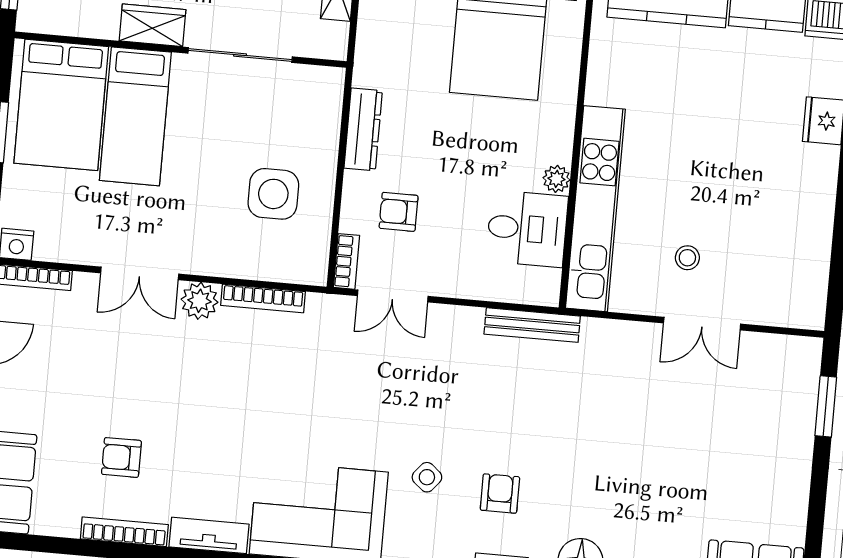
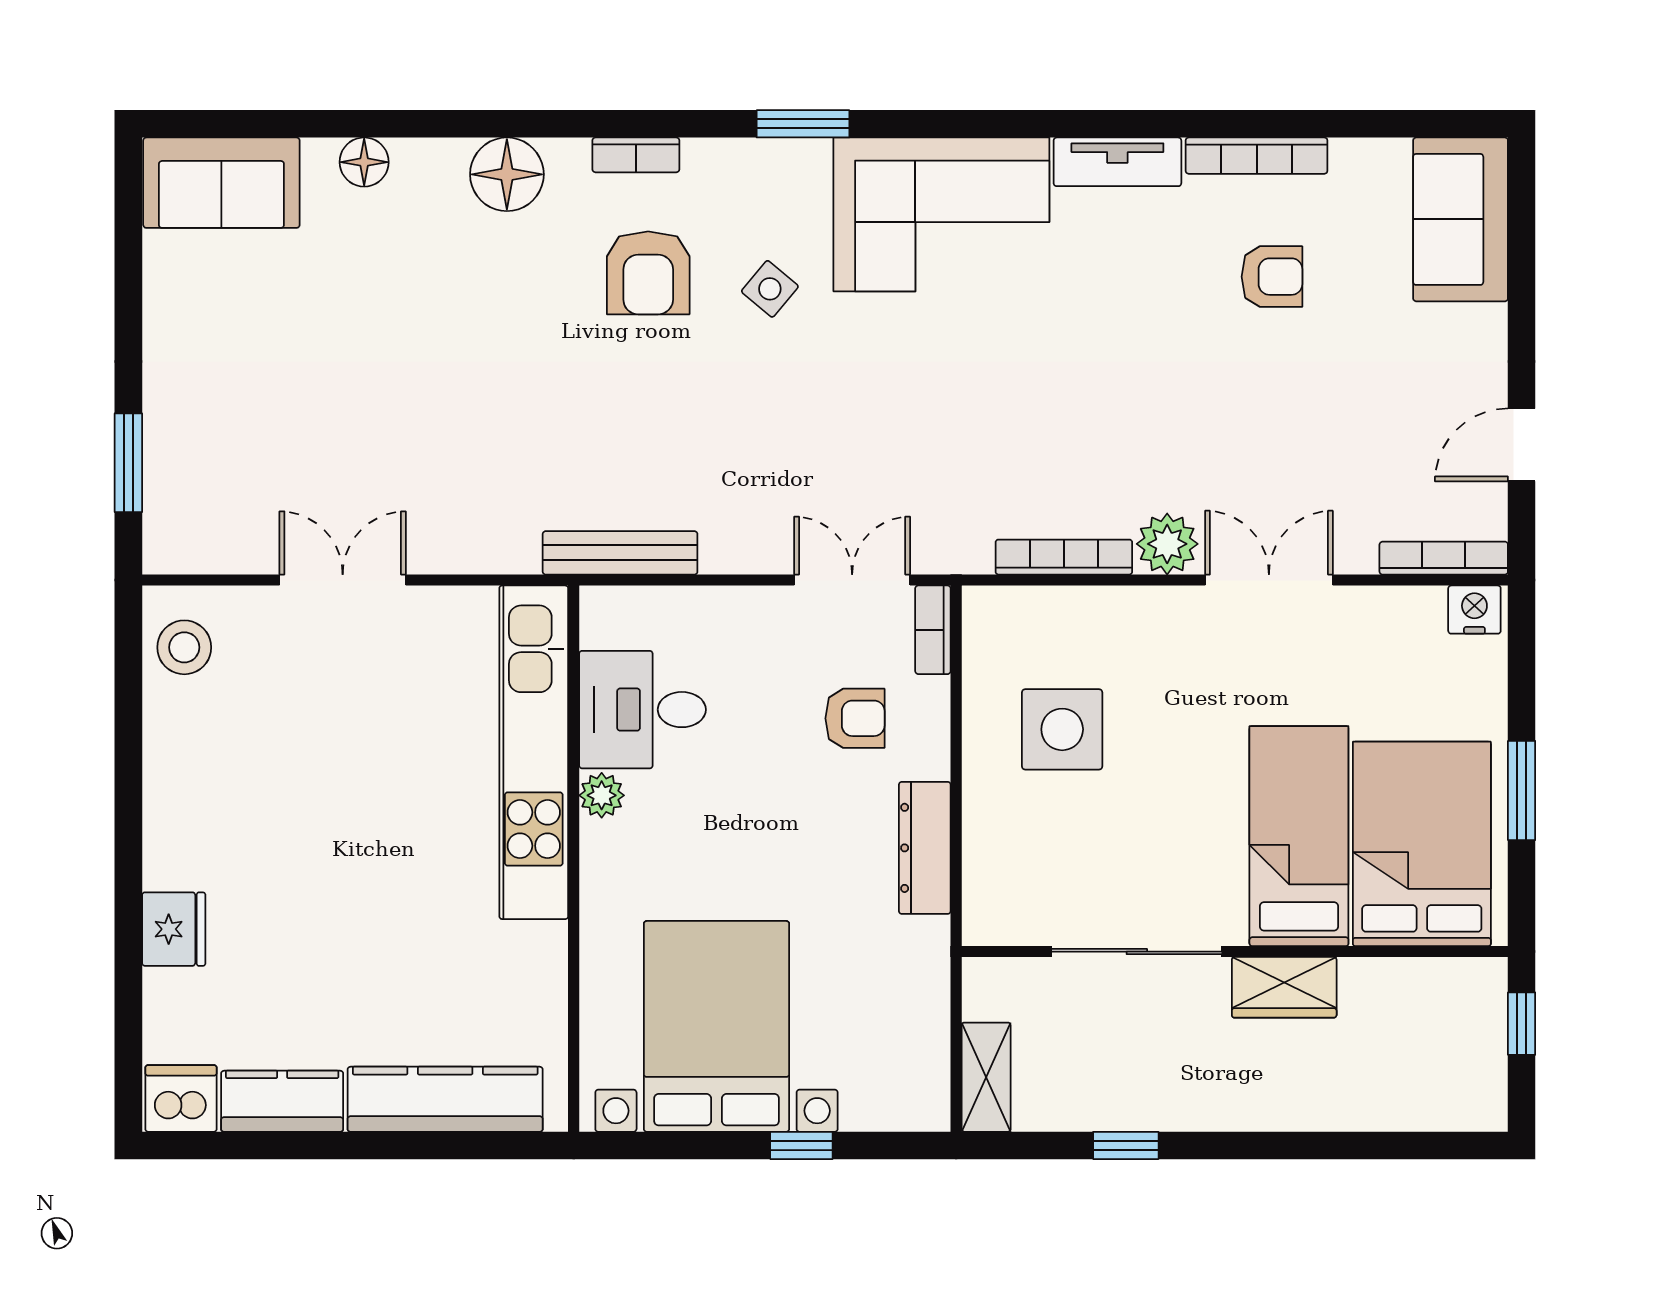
stool: (687, 258) -> (184, 647), moved, width x1.37, depth x1.37
armchair: (500, 493) -> (648, 273), width x1.38, depth x1.38

